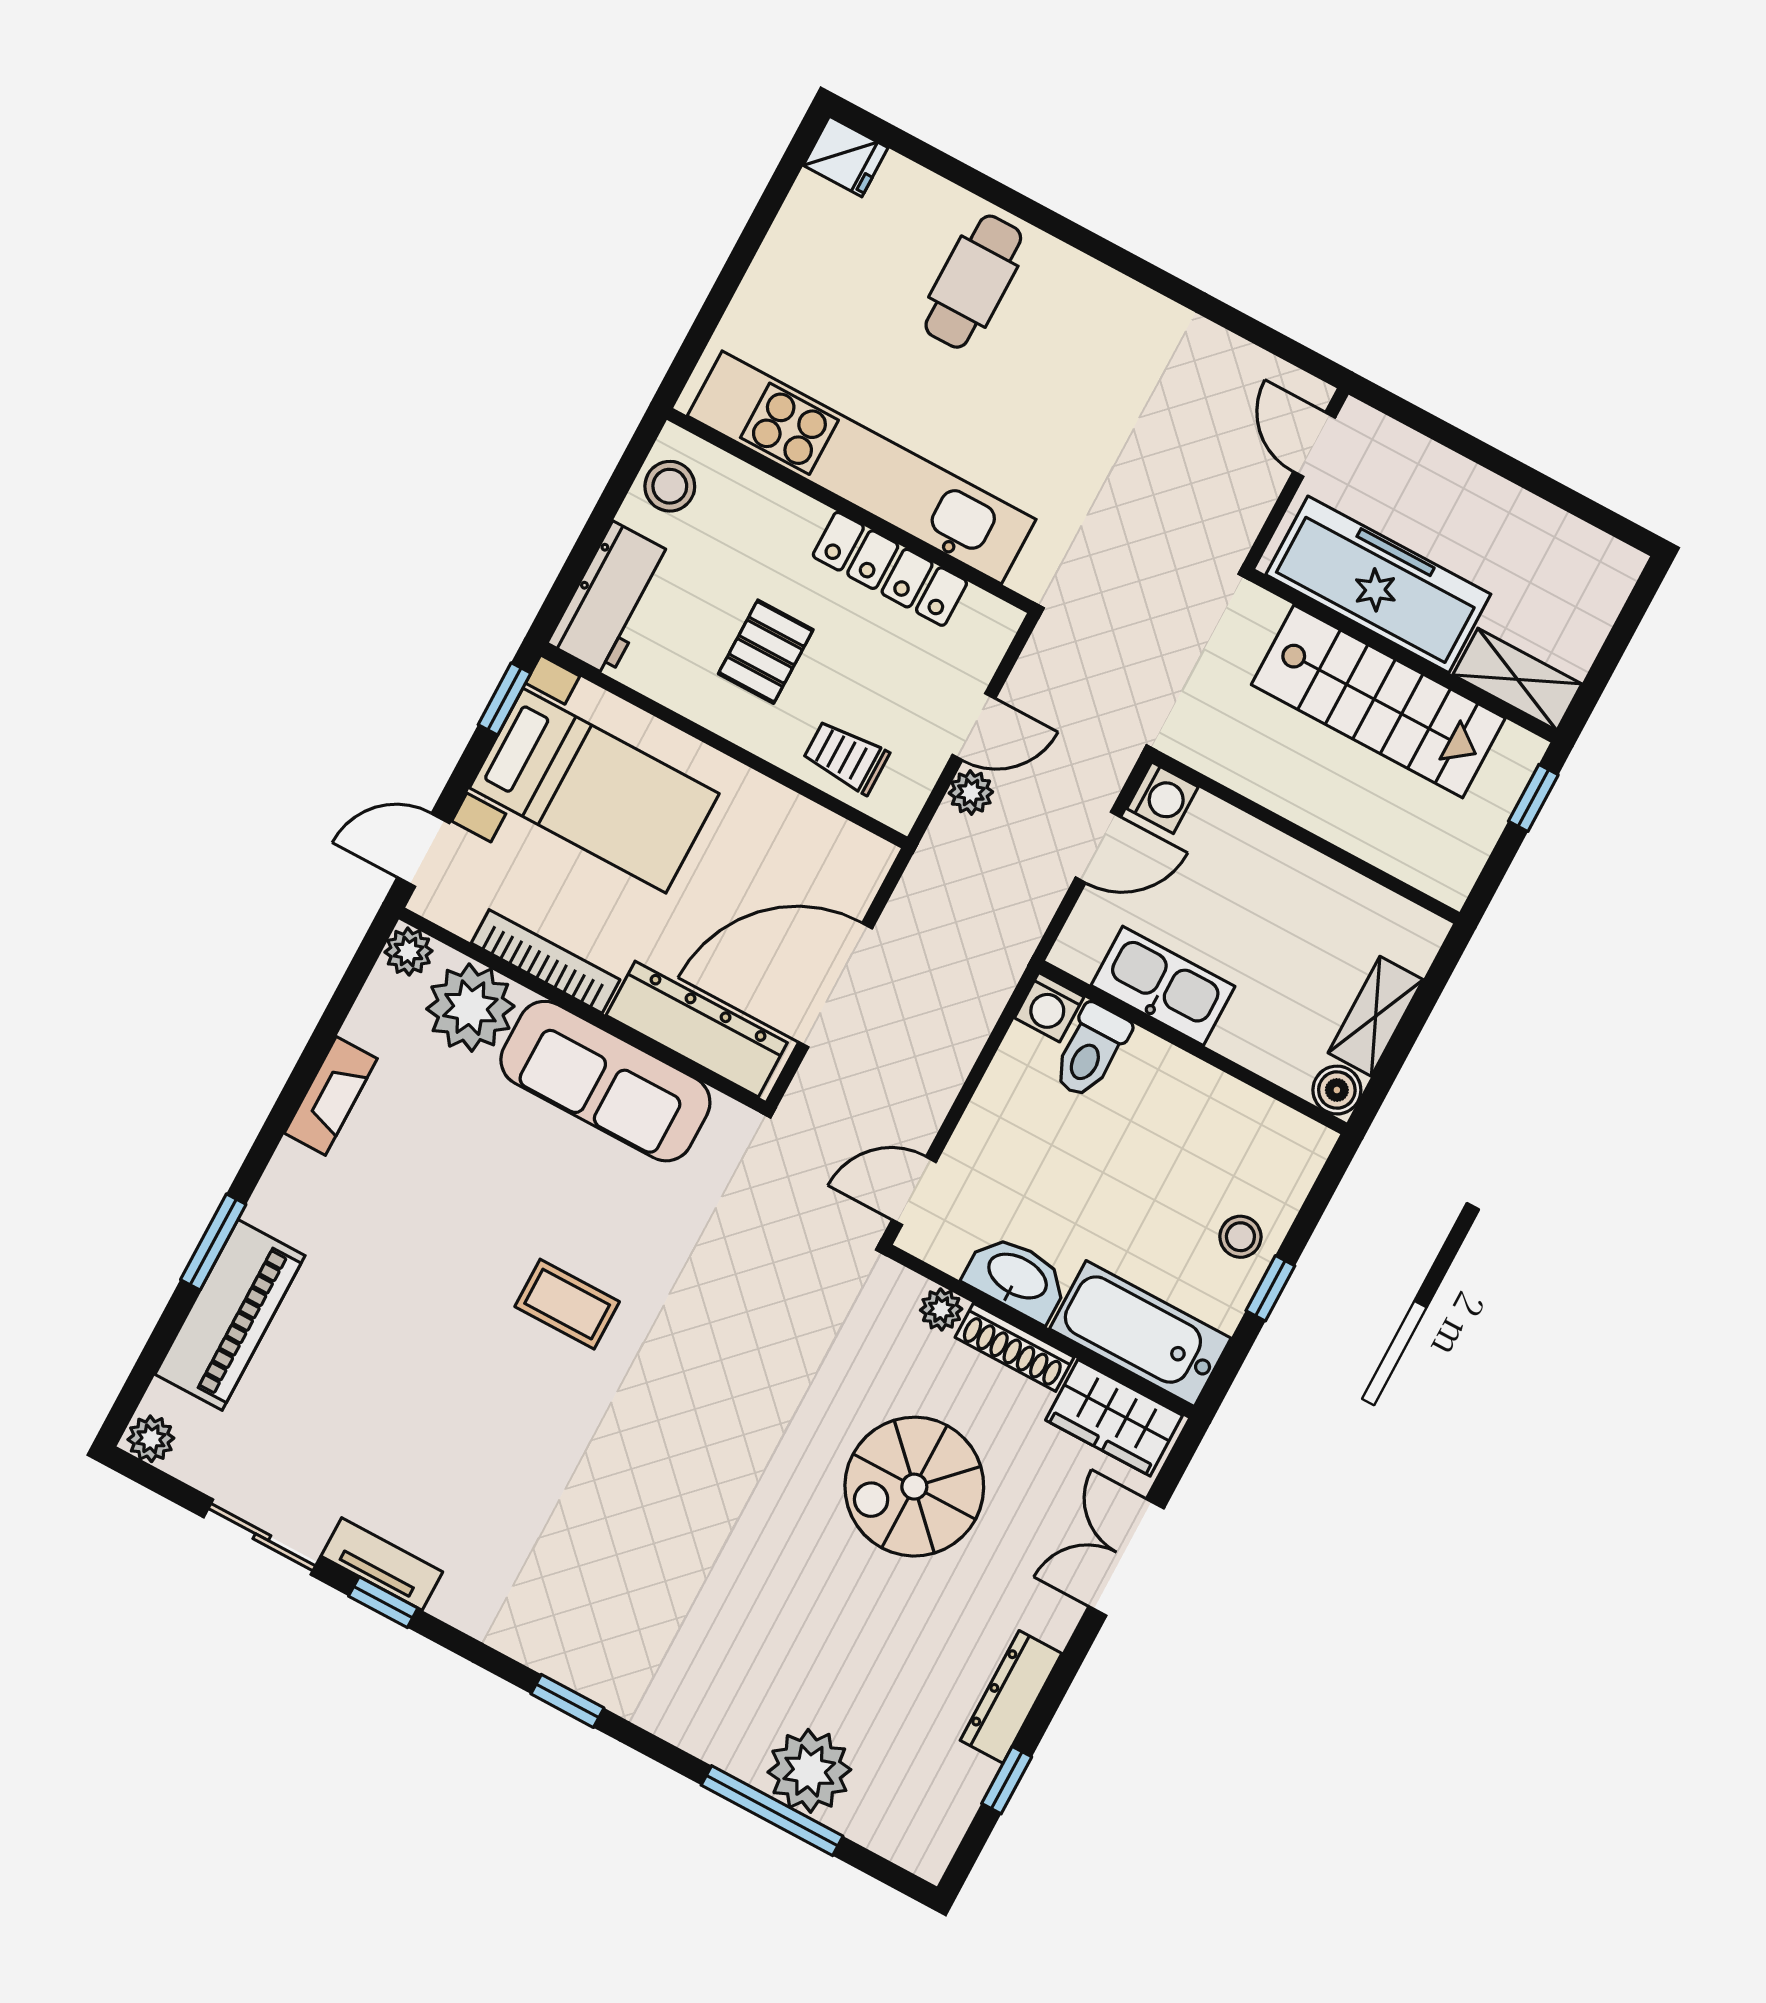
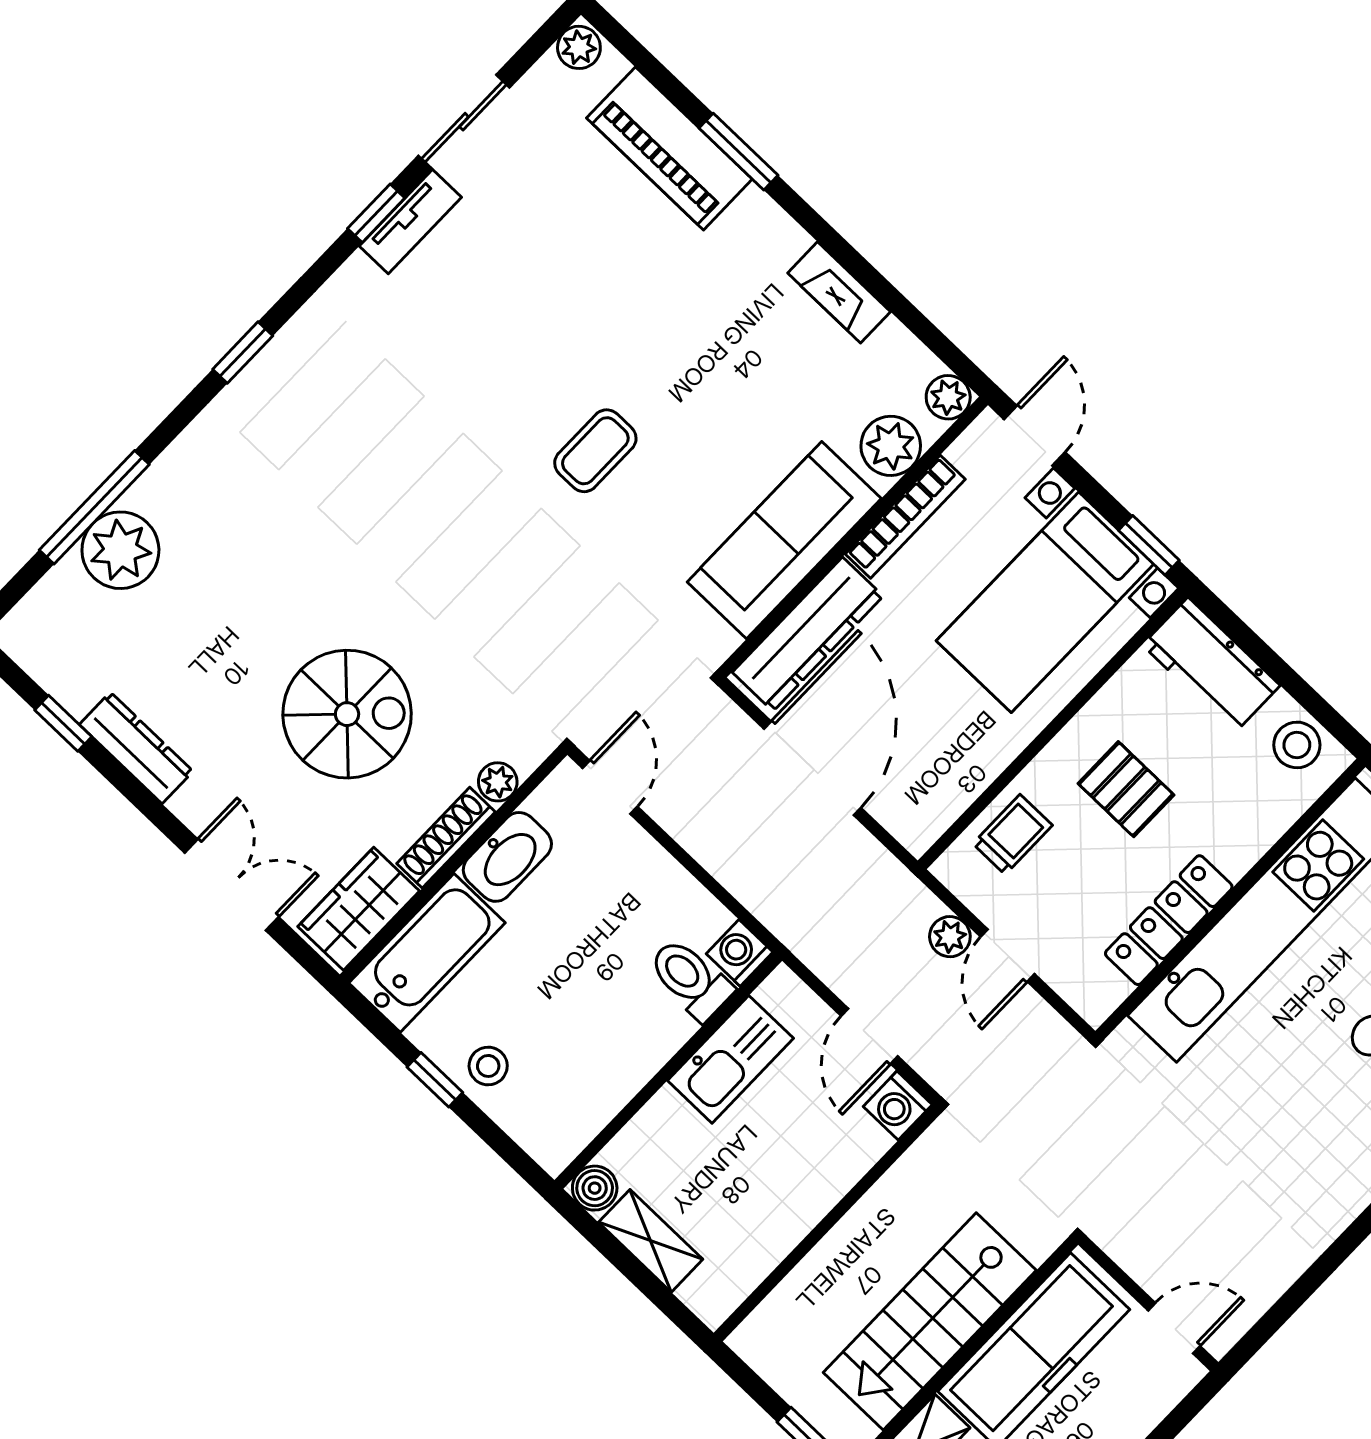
plant: (470, 1008) -> (891, 446), width x0.73, depth x0.73
spiral stairs: (914, 1487) -> (347, 714), turned 90

